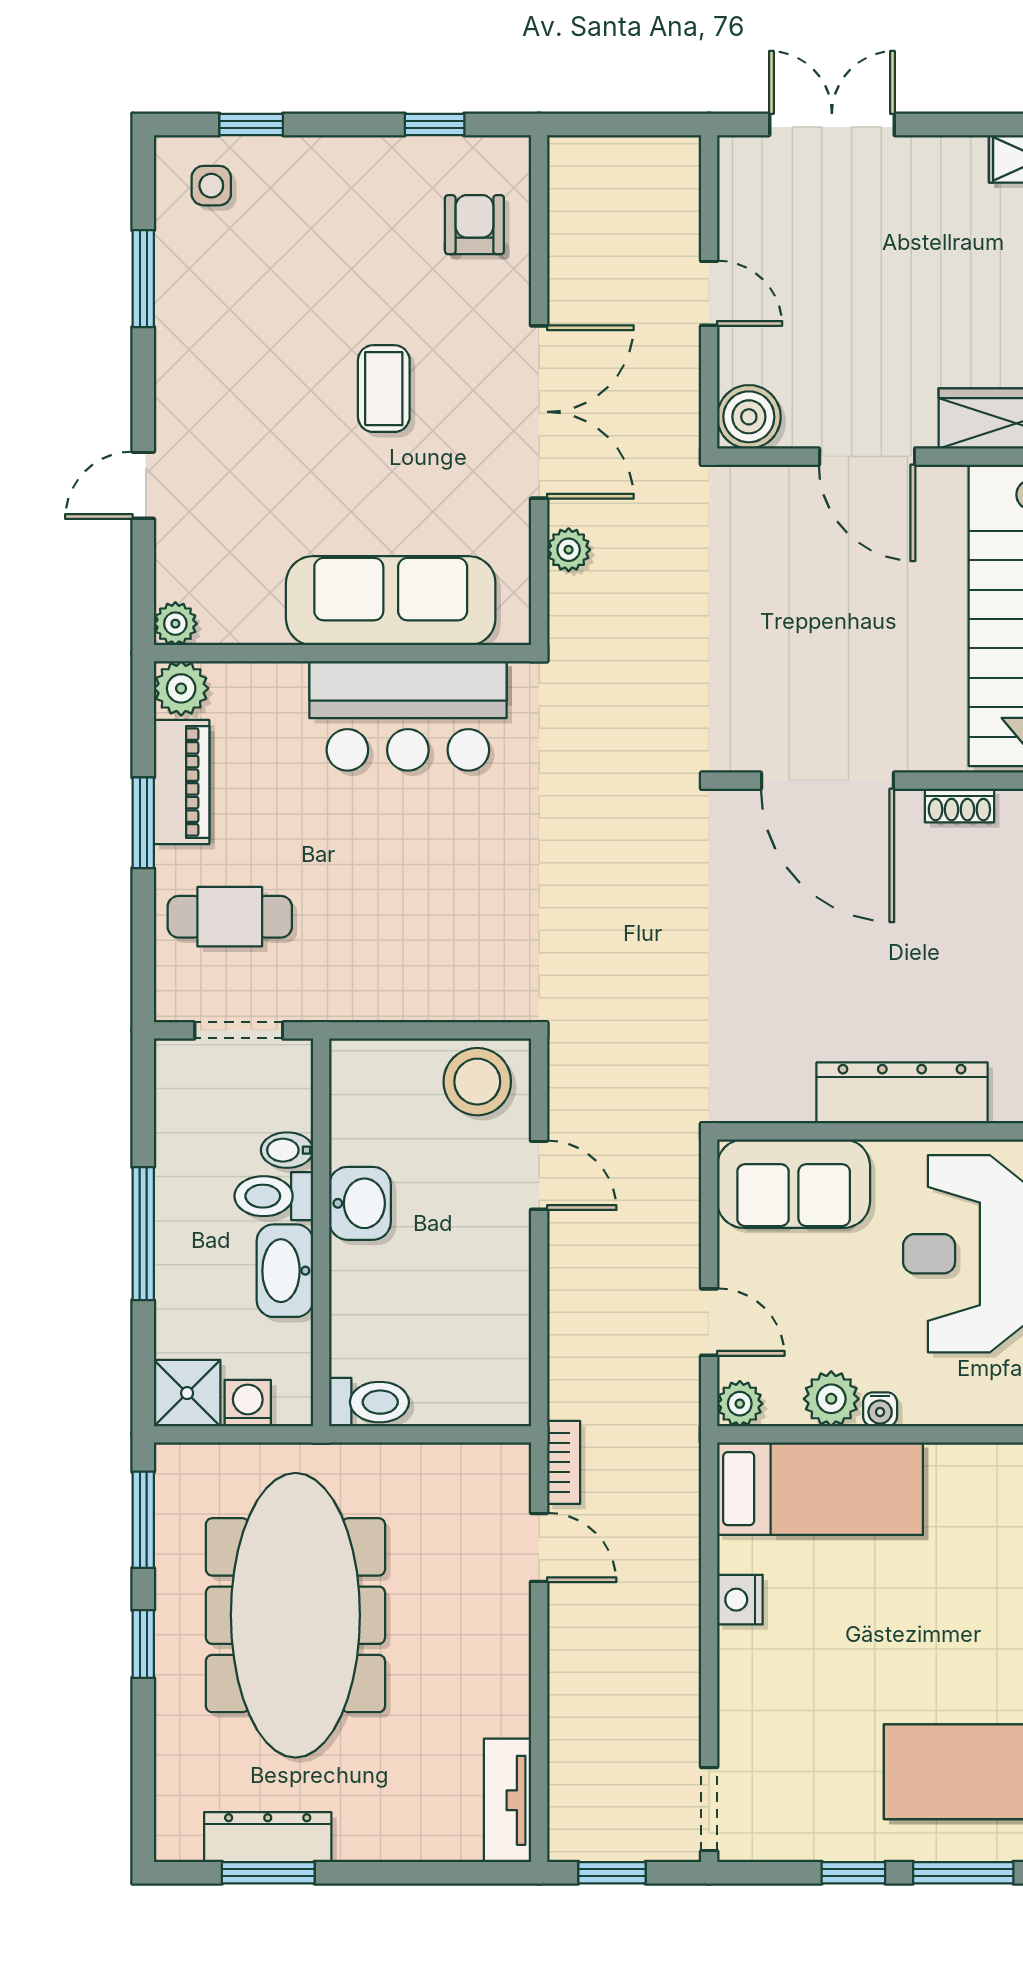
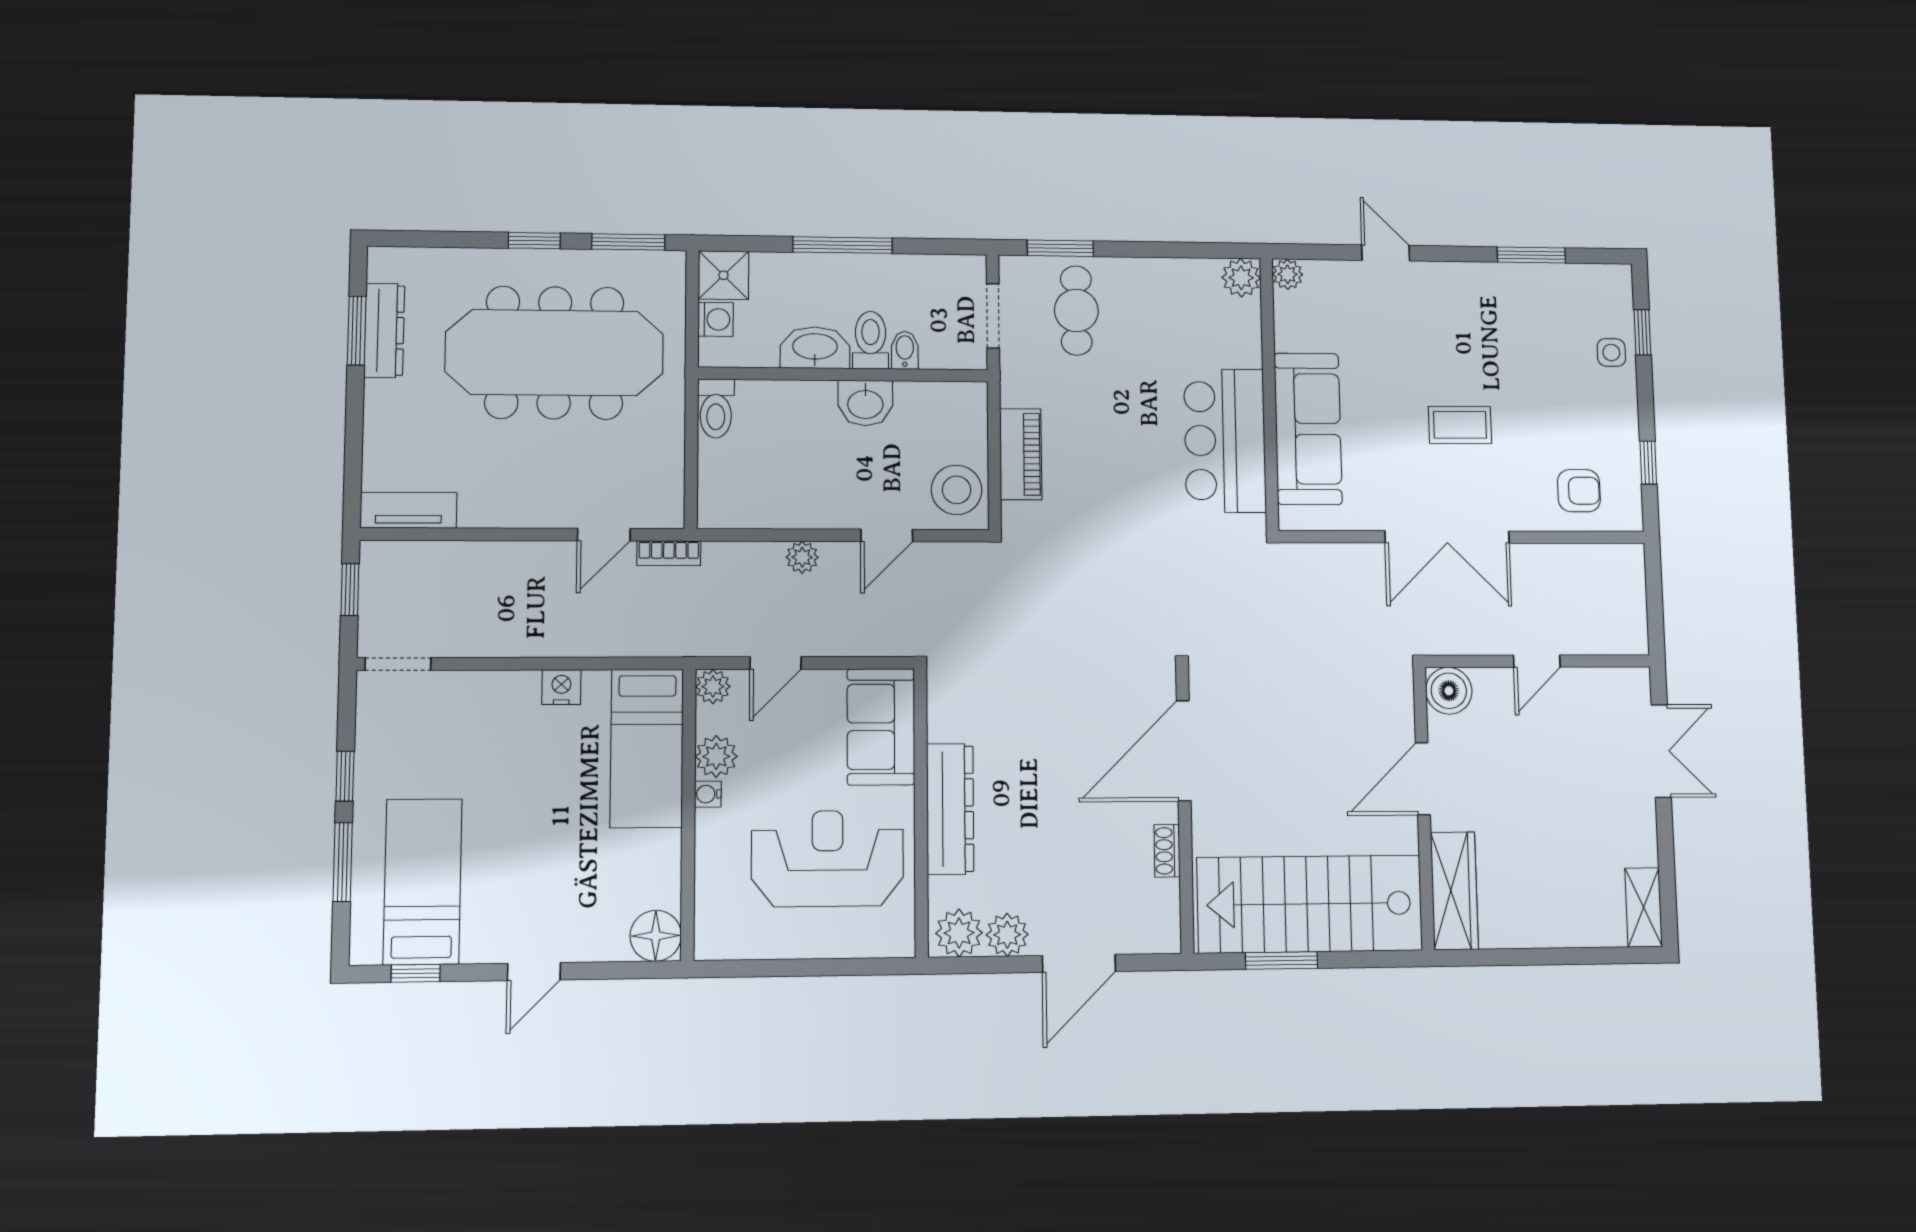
side table: (211, 186) -> (1611, 353), moved
plant: (569, 550) -> (802, 557), moved
piano: (182, 782) -> (1021, 454), moved, turned -90
window: (143, 823) -> (1060, 248), moved

